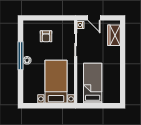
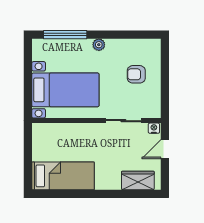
window: (21, 56) -> (65, 35), moved
bed: (93, 83) -> (63, 176), moved

